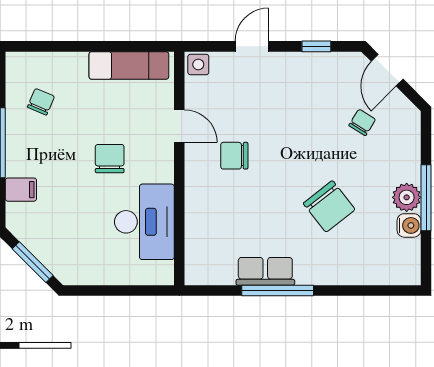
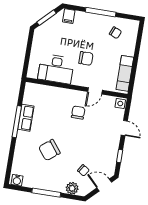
filing cabinet: (21, 190) -> (69, 16), moved
plant: (407, 197) -> (72, 188), moved
water cooler: (409, 225) -> (17, 180), moved

